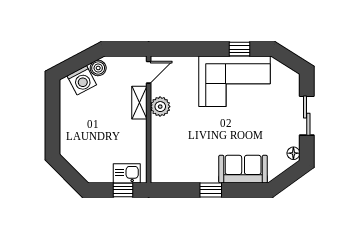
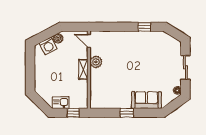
door: (149, 72) -> (89, 41), swing flipped
corner sofa: (234, 81) -> (141, 46), removed
shelving: (139, 103) -> (83, 69), moved
kitchen sink: (127, 173) -> (61, 103), moved

